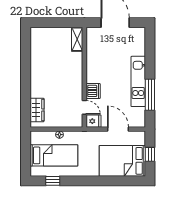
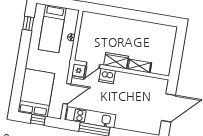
shelving: (77, 39) -> (139, 66), moved
kitchen unit: (138, 81) -> (91, 117), moved
wardrobe: (37, 110) -> (116, 61), moved, turned 180

